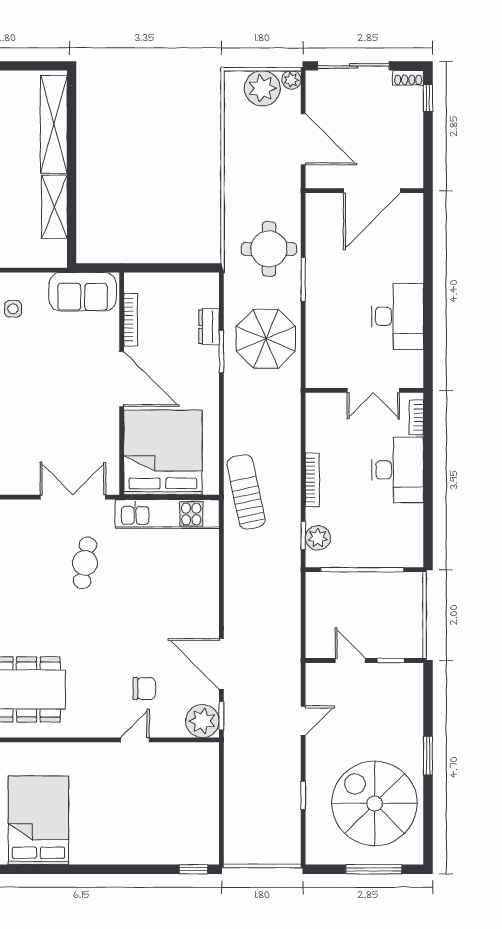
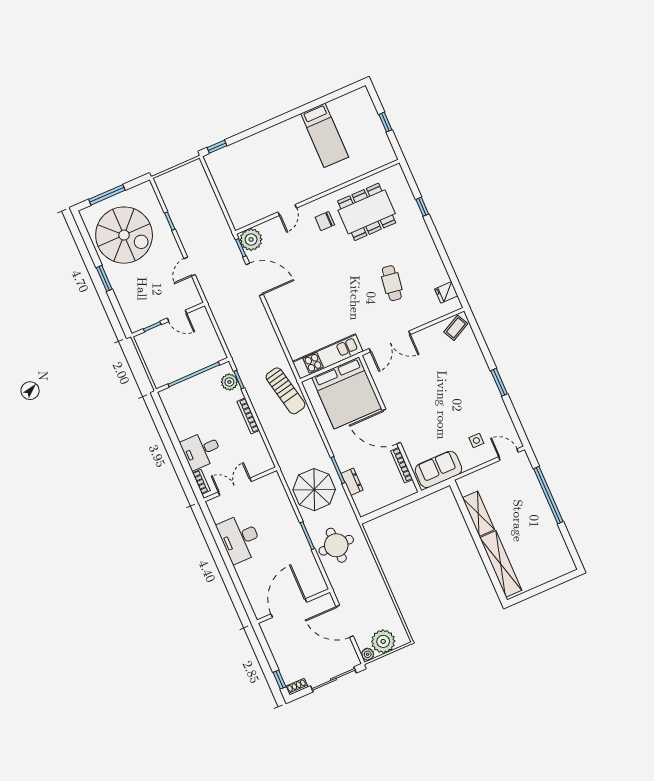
desk: (398, 470) -> (201, 450), width x0.73
cafe table: (85, 563) -> (392, 283), moved
chair: (144, 689) -> (325, 221), moved
bed: (38, 820) -> (325, 135), width x0.67

